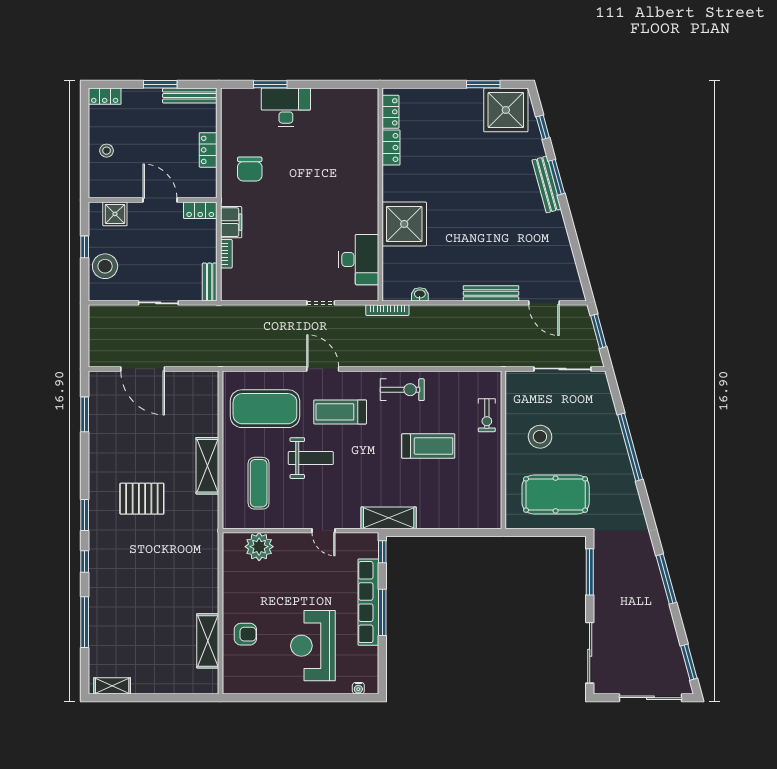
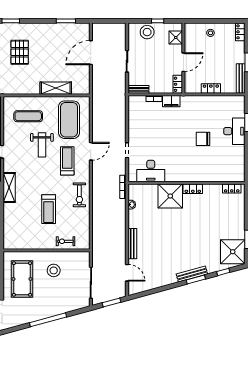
locker: (391, 147) -> (193, 189), moved
chair: (250, 169) -> (203, 139), moved
door: (544, 303) -> (127, 273), swing flipped
shelving: (207, 466) -> (56, 88), moved

